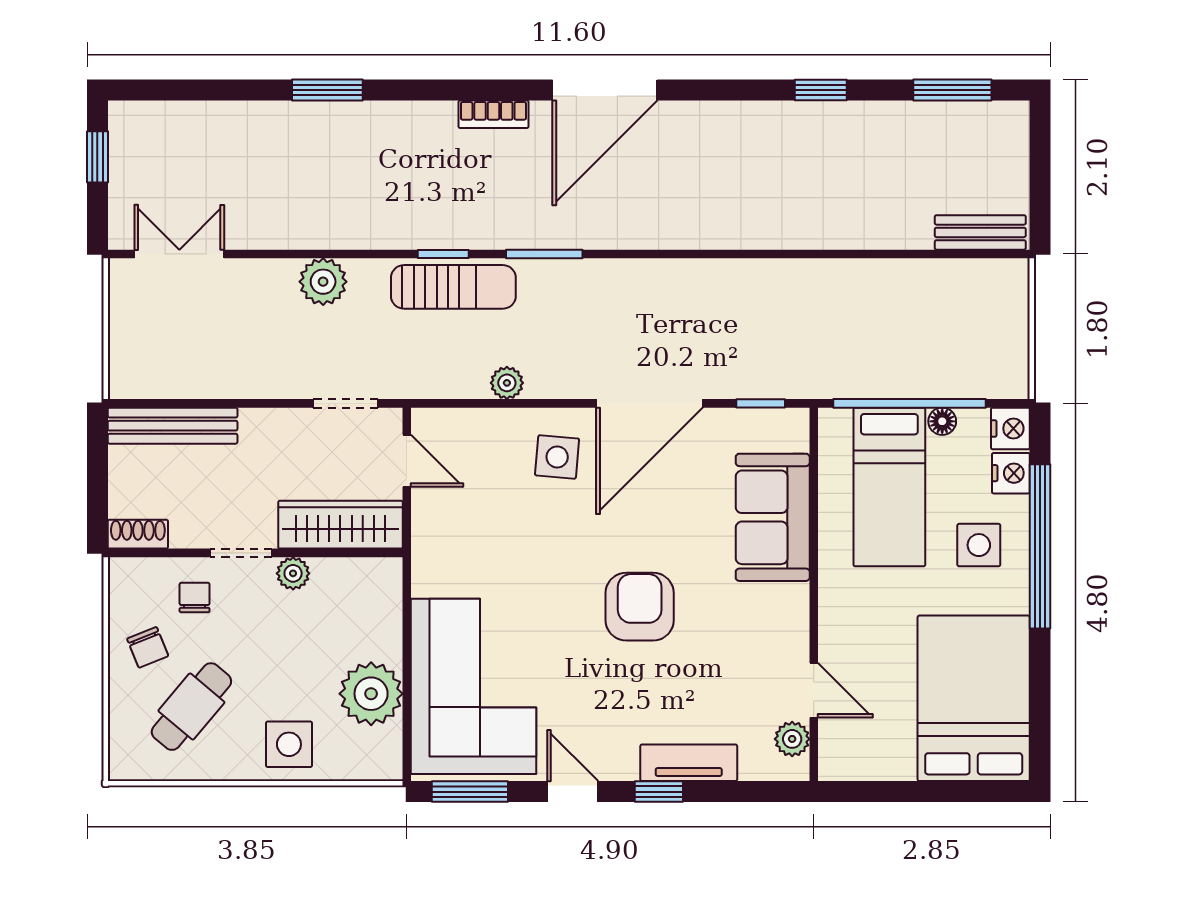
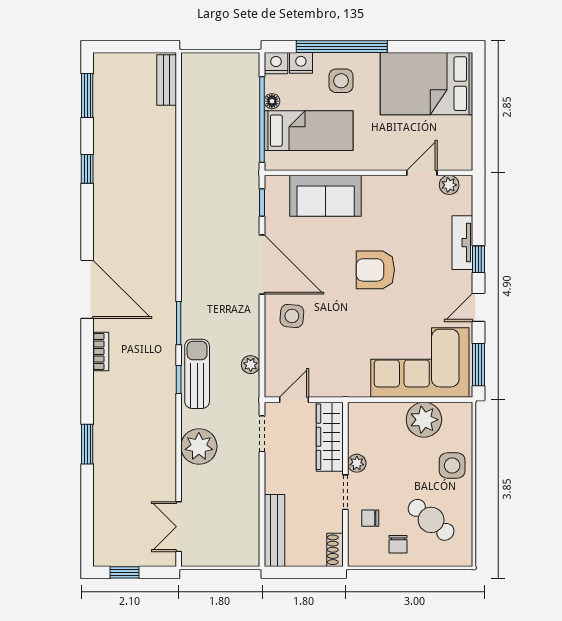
plant: (323, 282) -> (199, 446), width x1.36, depth x1.36
plant: (507, 383) -> (251, 365), moved
chair: (148, 647) -> (398, 544), turned 112

